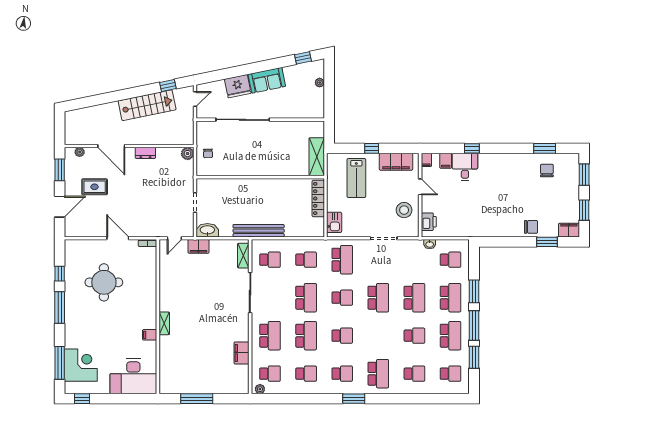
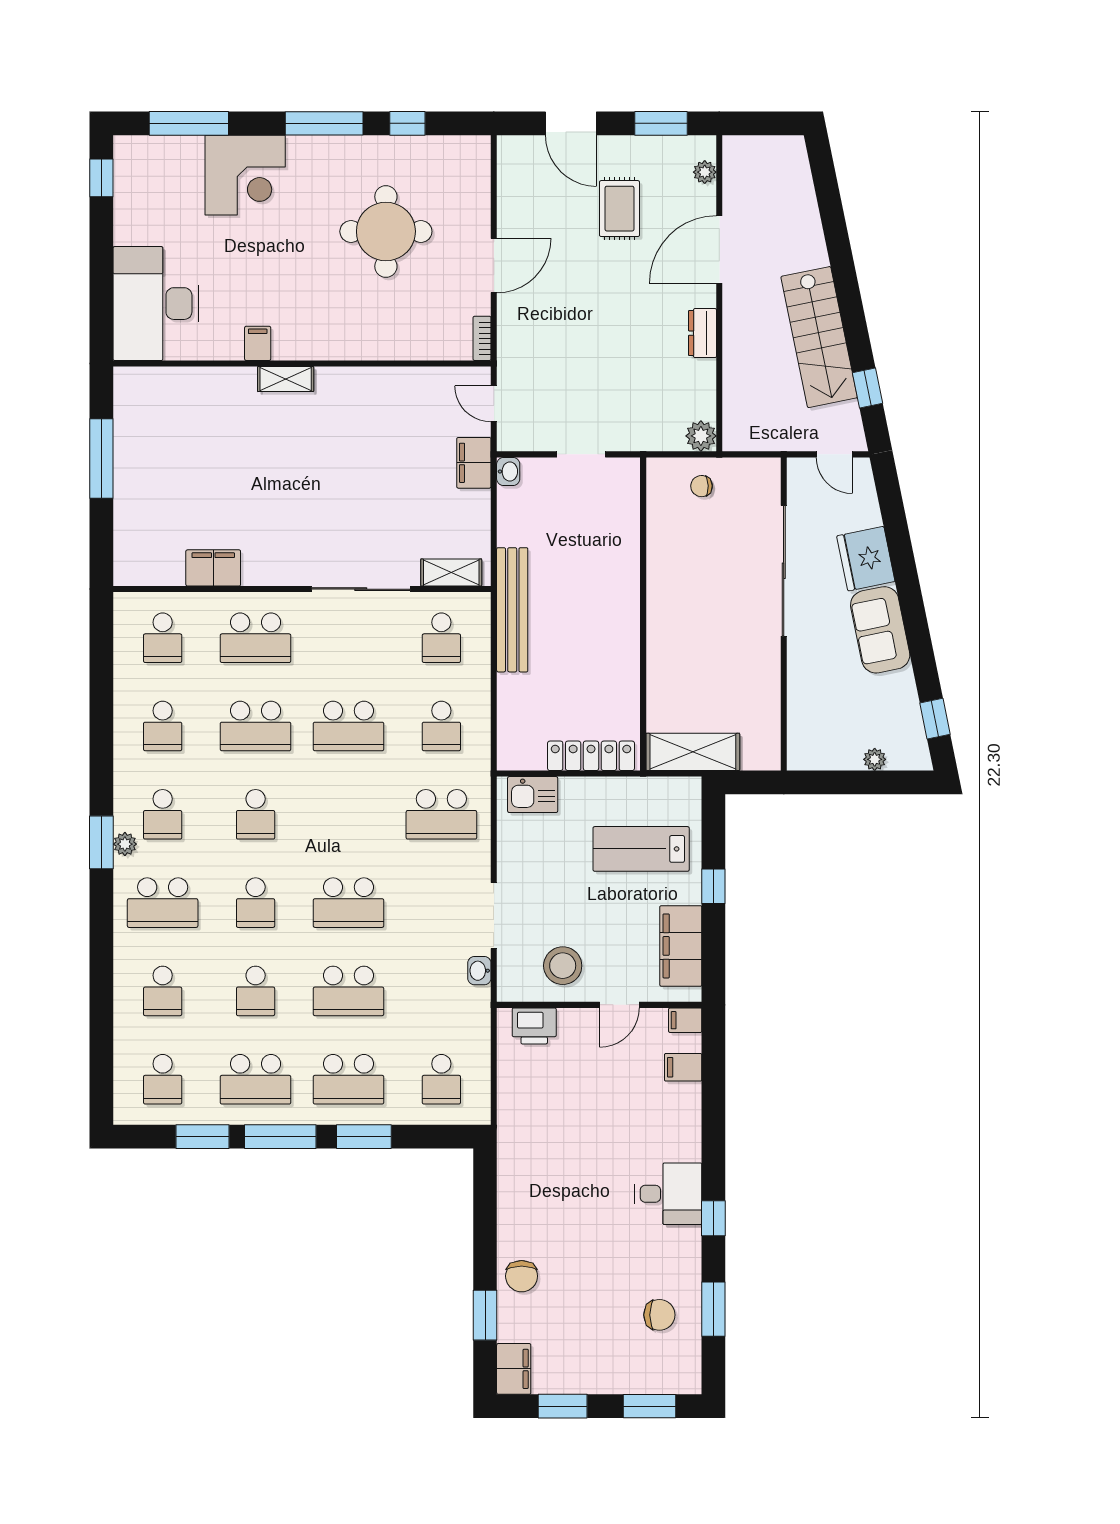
window: (472, 148) -> (713, 1218), moved
desk: (465, 167) -> (668, 1194), moved
washbasin: (207, 230) -> (508, 471), width x0.52, depth x0.69
washbasin: (430, 244) -> (479, 971), moved
school desk: (342, 298) -> (256, 903), moved
corner desk: (81, 365) -> (245, 175), moved
plant: (260, 389) -> (125, 844), moved

